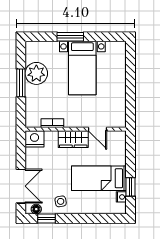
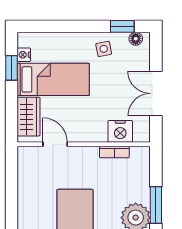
nightstand: (34, 139) -> (120, 131), moved
wardrobe: (73, 139) -> (29, 117), moved, turned 90
double door: (21, 186) -> (156, 94), moved

